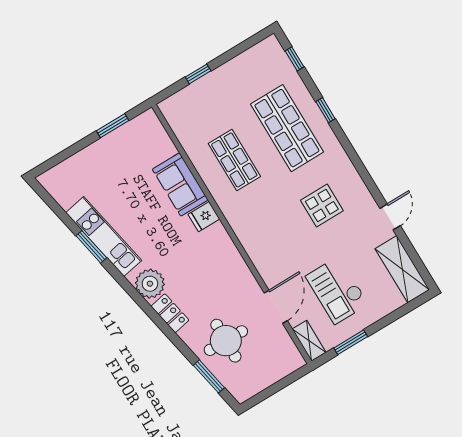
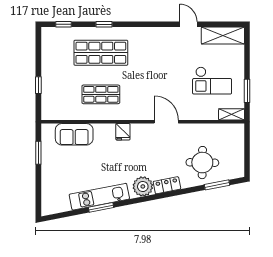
sofa: (180, 185) -> (74, 134), moved
display table: (322, 205) -> (158, 60), removed
door: (276, 307) -> (166, 122), moved

